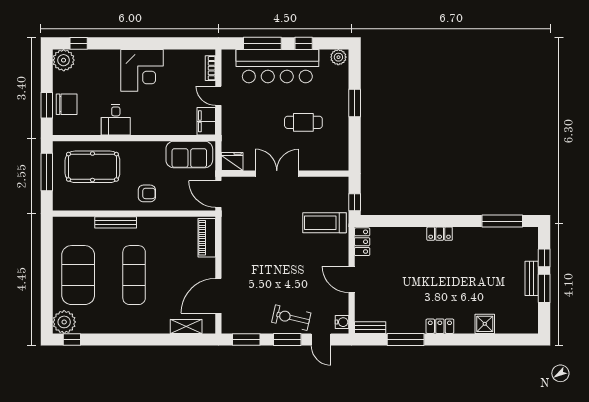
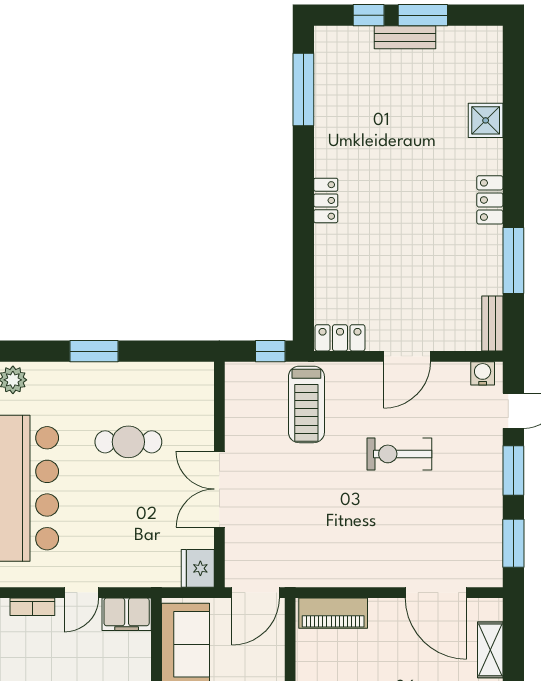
cafe table: (303, 122) -> (128, 442), turned 90
exercise bike: (291, 318) -> (399, 454), moved, turned 77

